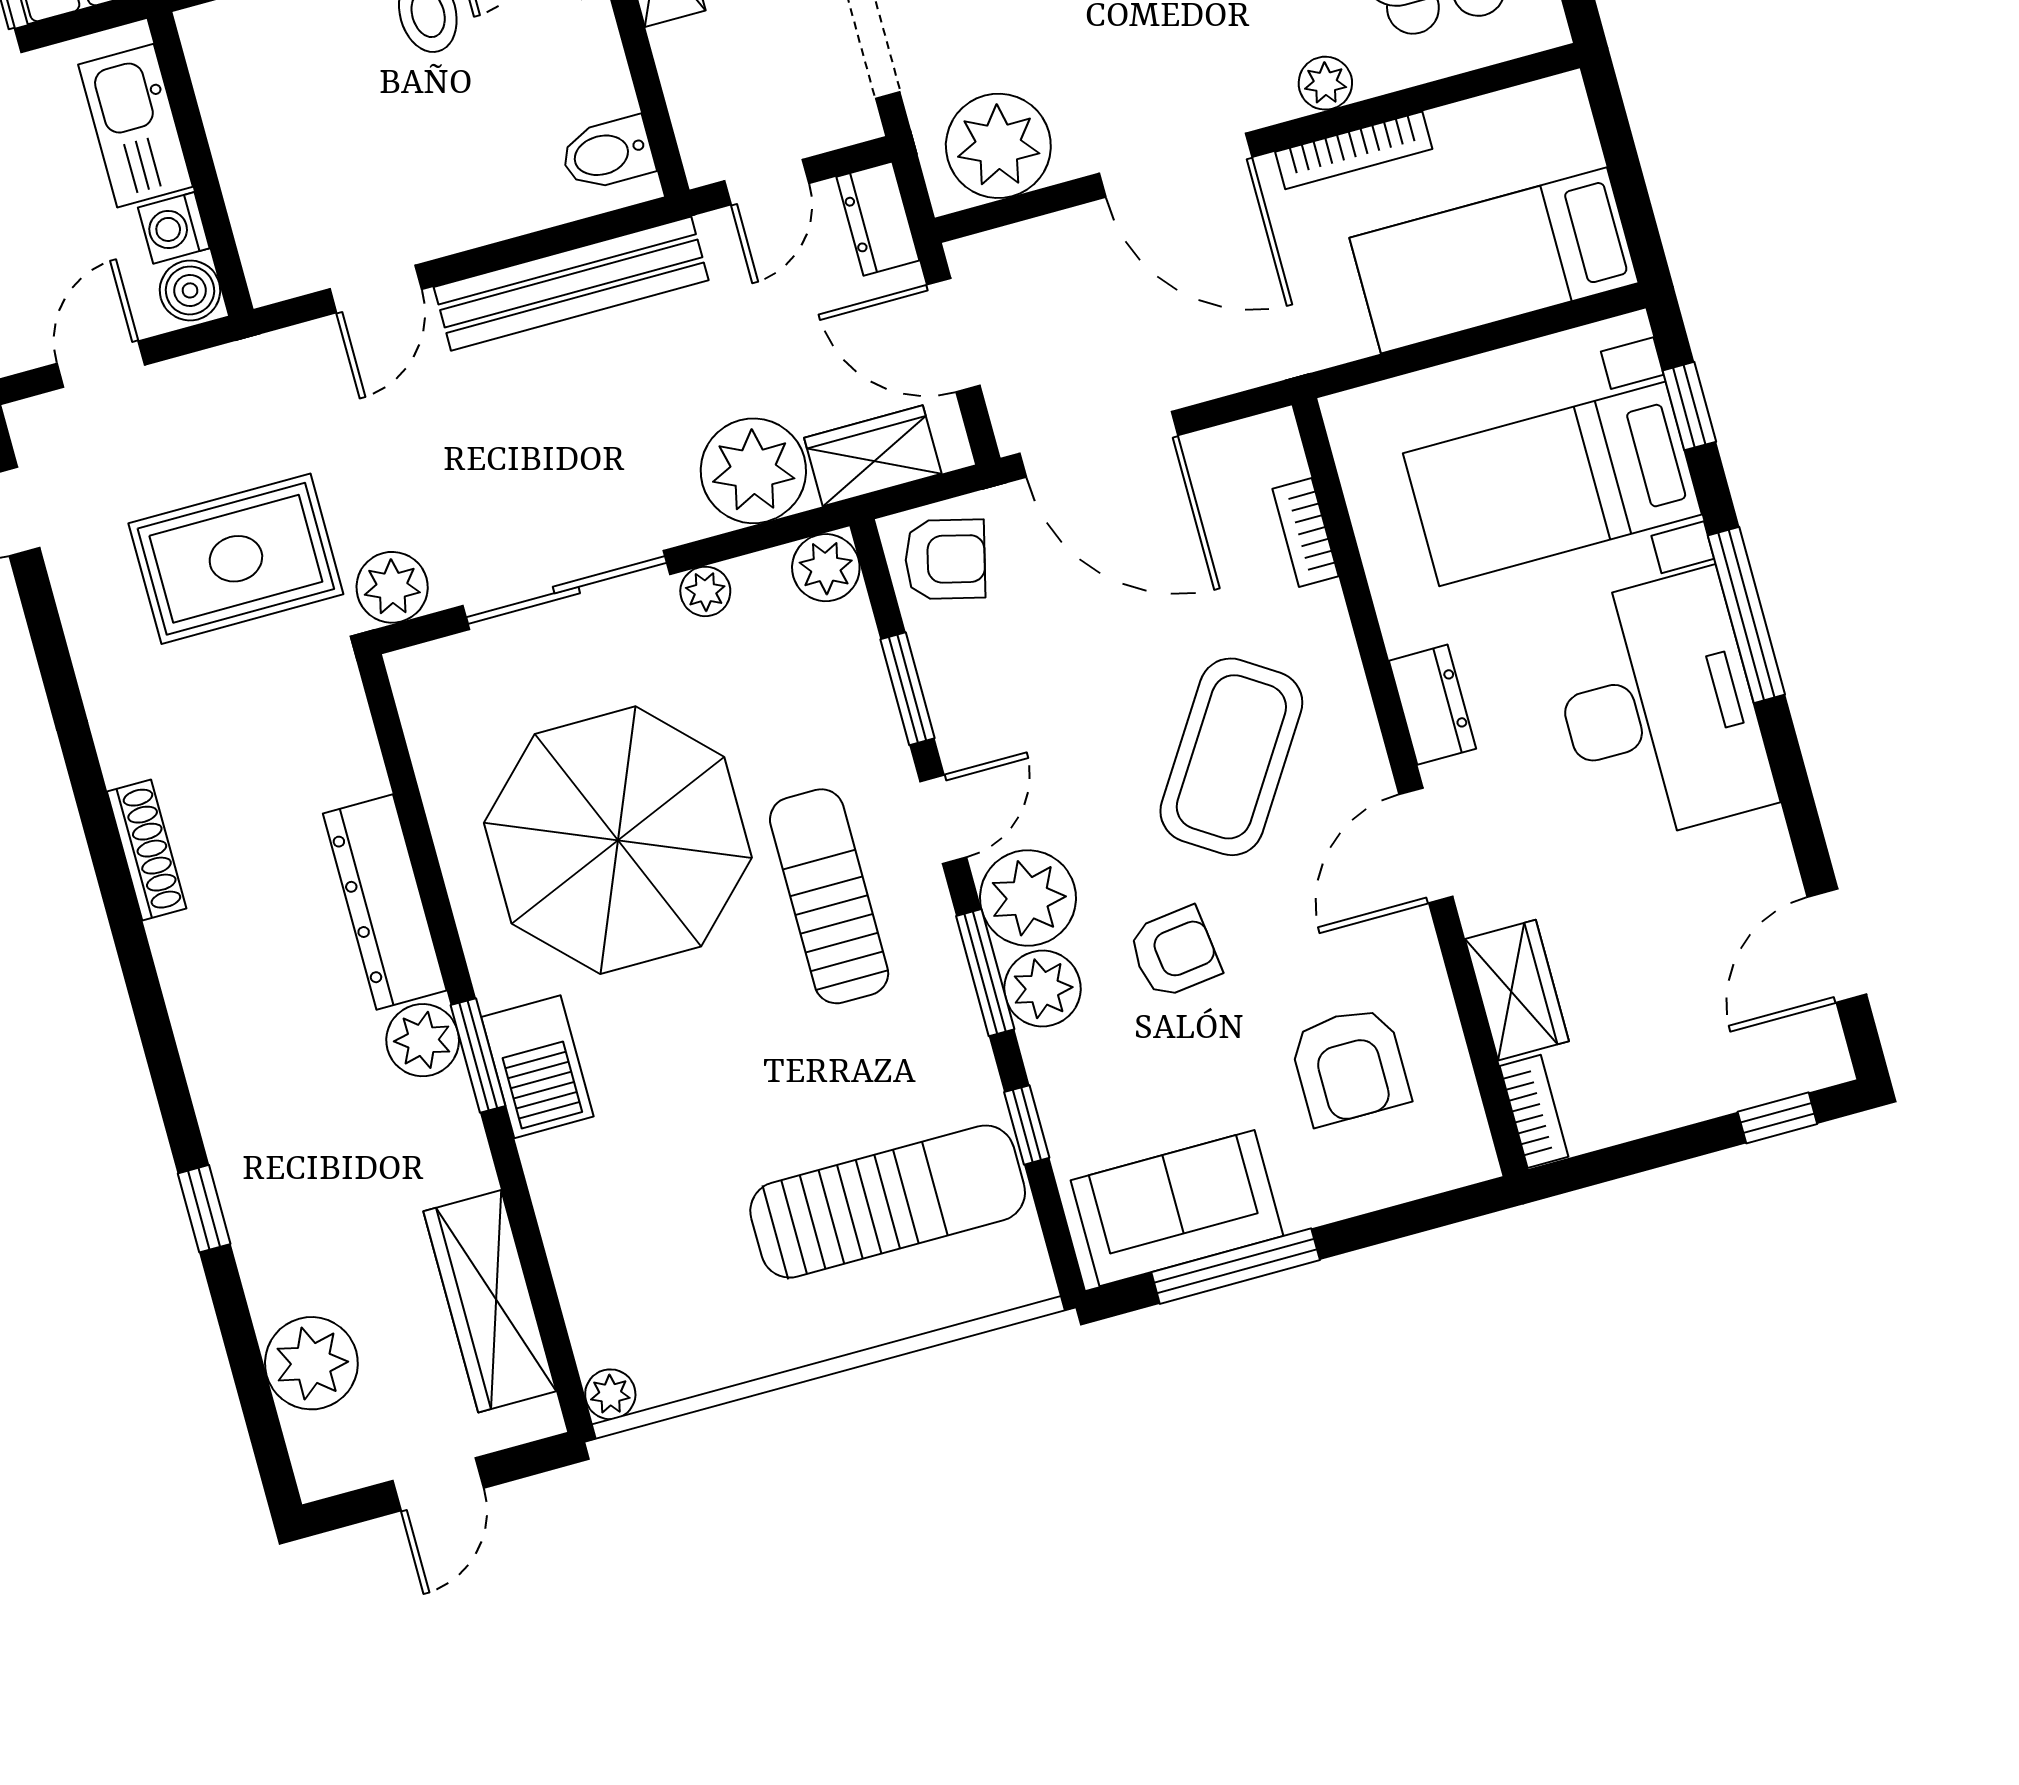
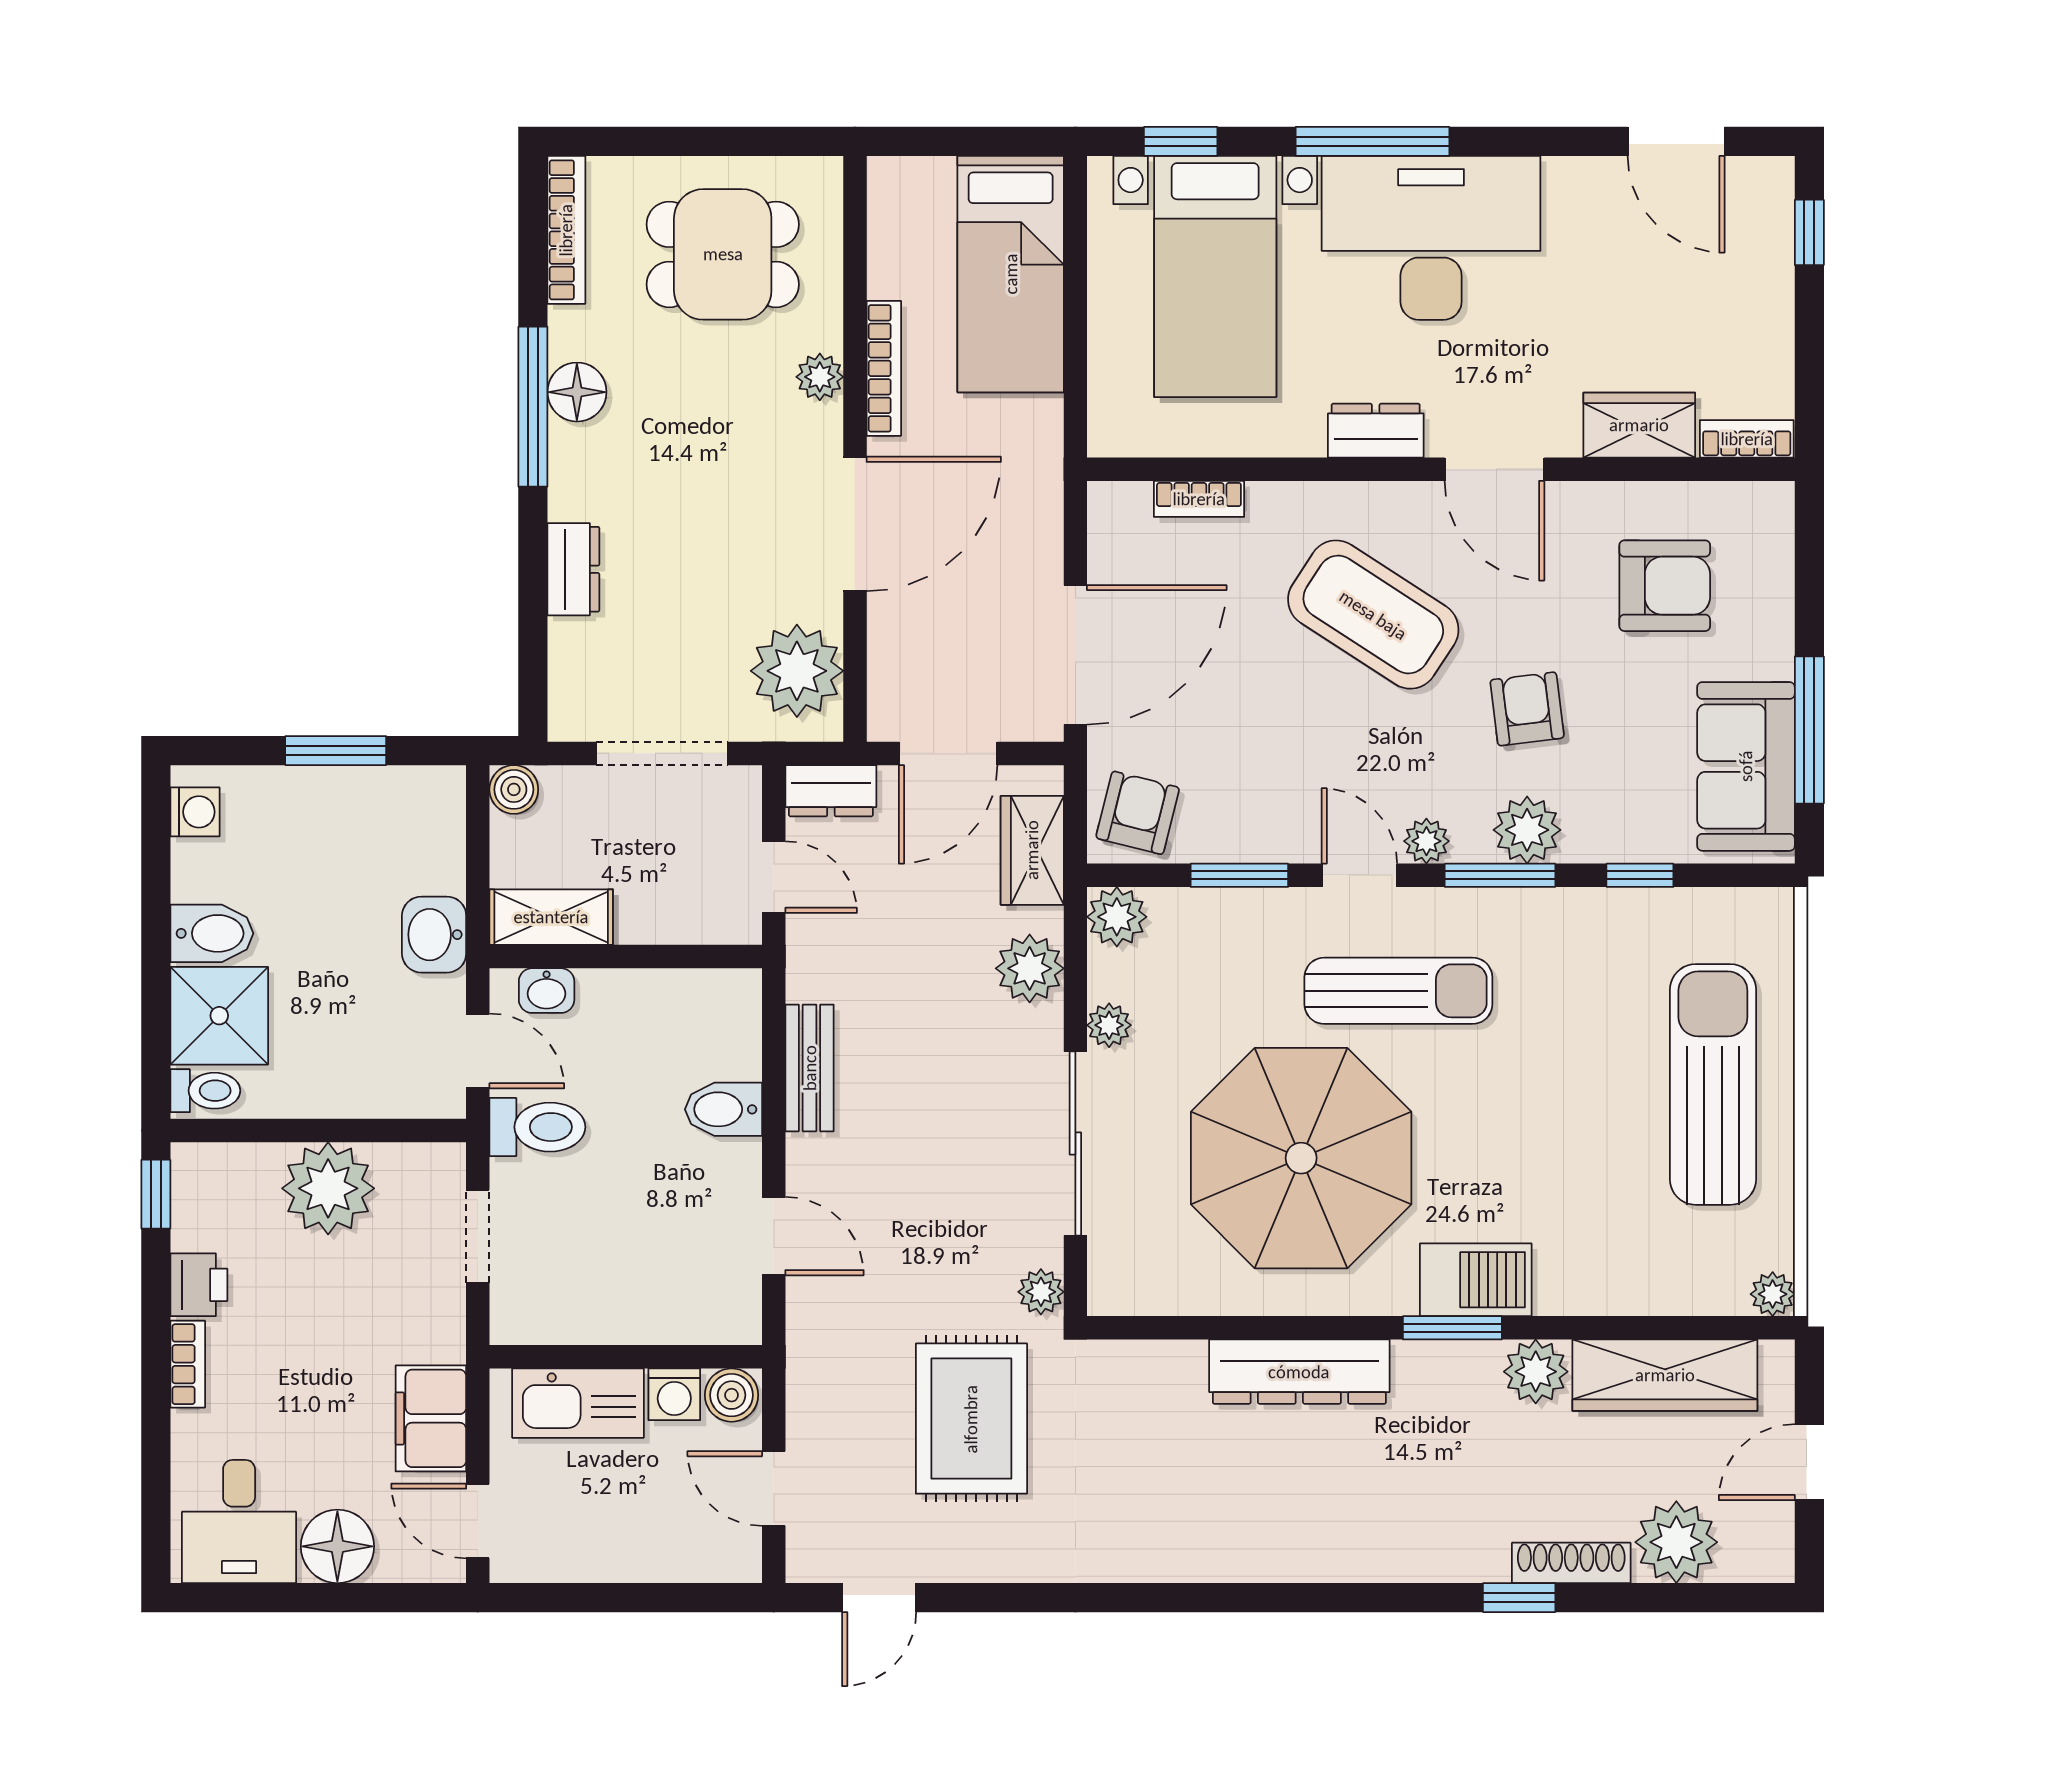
bidet: (607, 154) -> (724, 1109), moved, turned 90
bench: (571, 284) -> (810, 1068), width x0.54, depth x0.82
plant: (753, 471) -> (1030, 968), width x0.73, depth x0.73
plant: (392, 587) -> (1041, 1292), width x0.73, depth x0.73
shoe rack: (147, 850) -> (1571, 1563), moved
sun lounger: (829, 896) -> (1398, 991), turned 180
plant: (1028, 898) -> (1426, 841), width x0.53, depth x0.53
plant: (423, 1040) -> (1536, 1372), moved
sun lounger: (888, 1202) -> (1713, 1084), moved
door: (438, 1484) -> (1809, 1462), swing flipped

